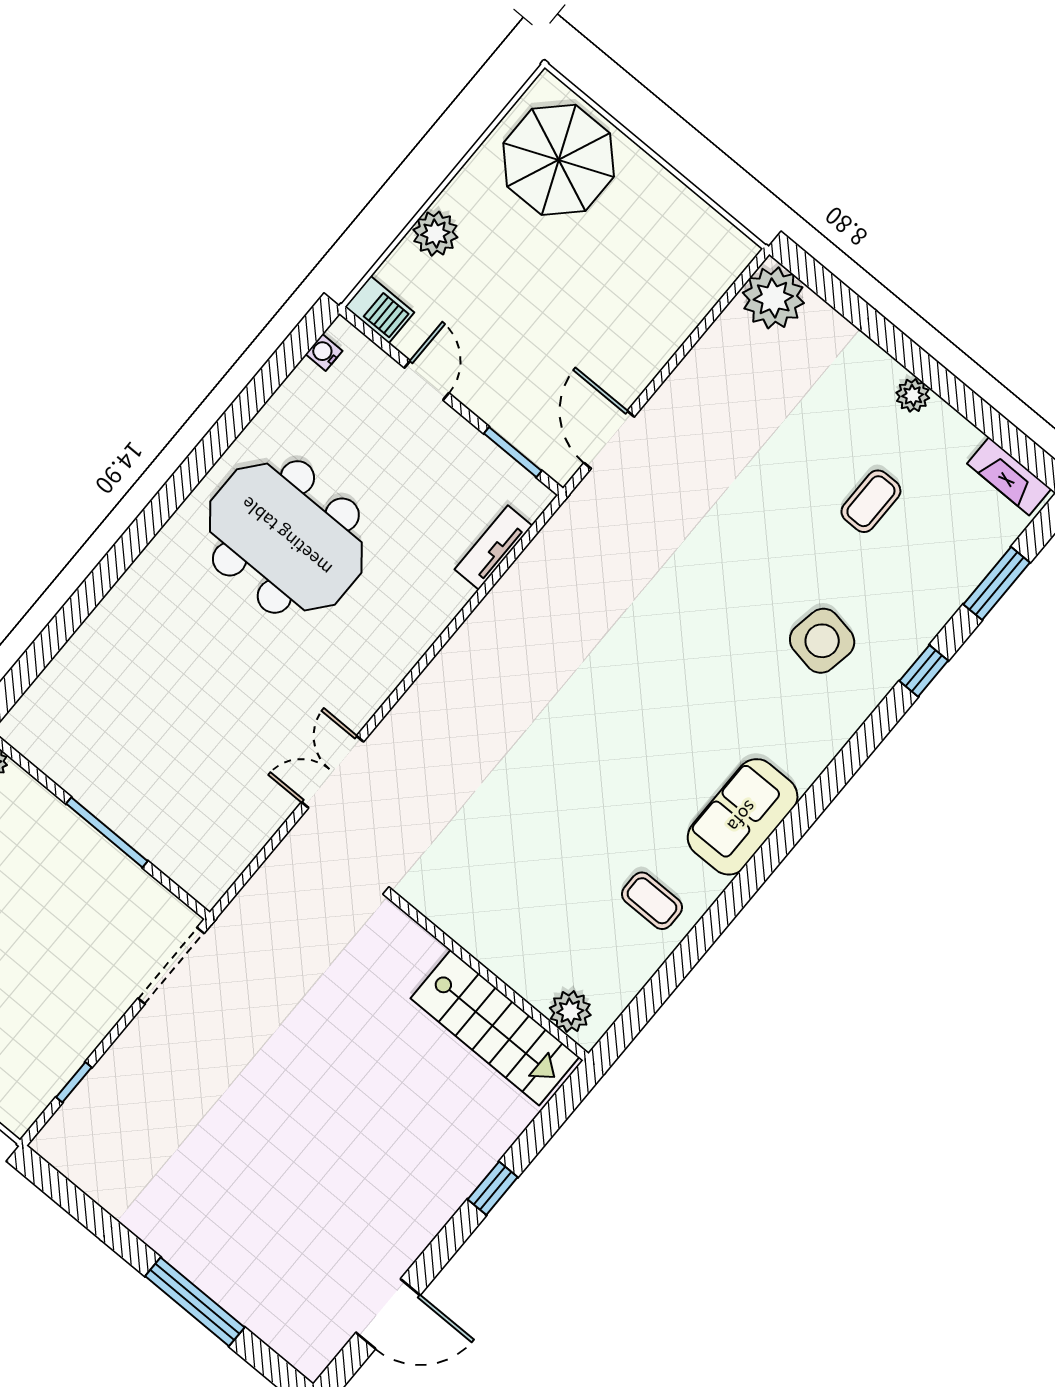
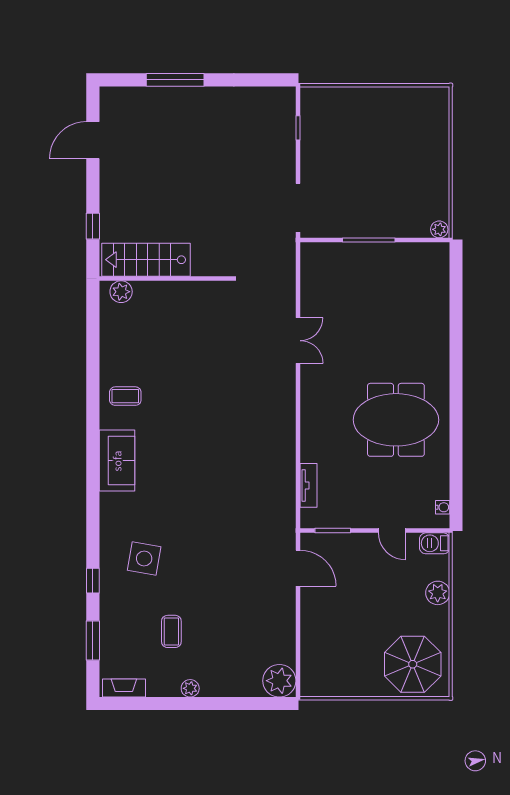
wall: (489, 977) -> (166, 279), moved
plant: (570, 1012) -> (121, 292), moved
stairs: (495, 1028) -> (146, 260), moved

